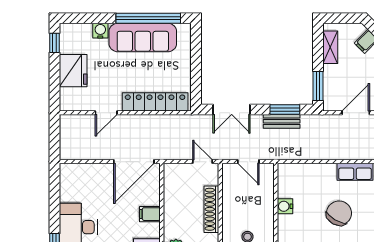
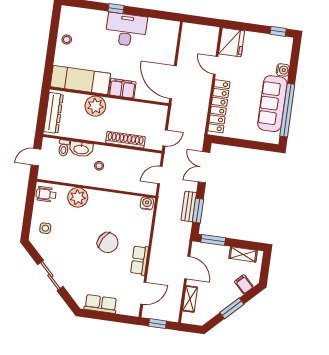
fridge: (73, 71) -> (232, 42), moved, turned -90
water cooler: (285, 206) -> (147, 203), moved
filing cabinet: (150, 214) -> (122, 88), width x2.00

